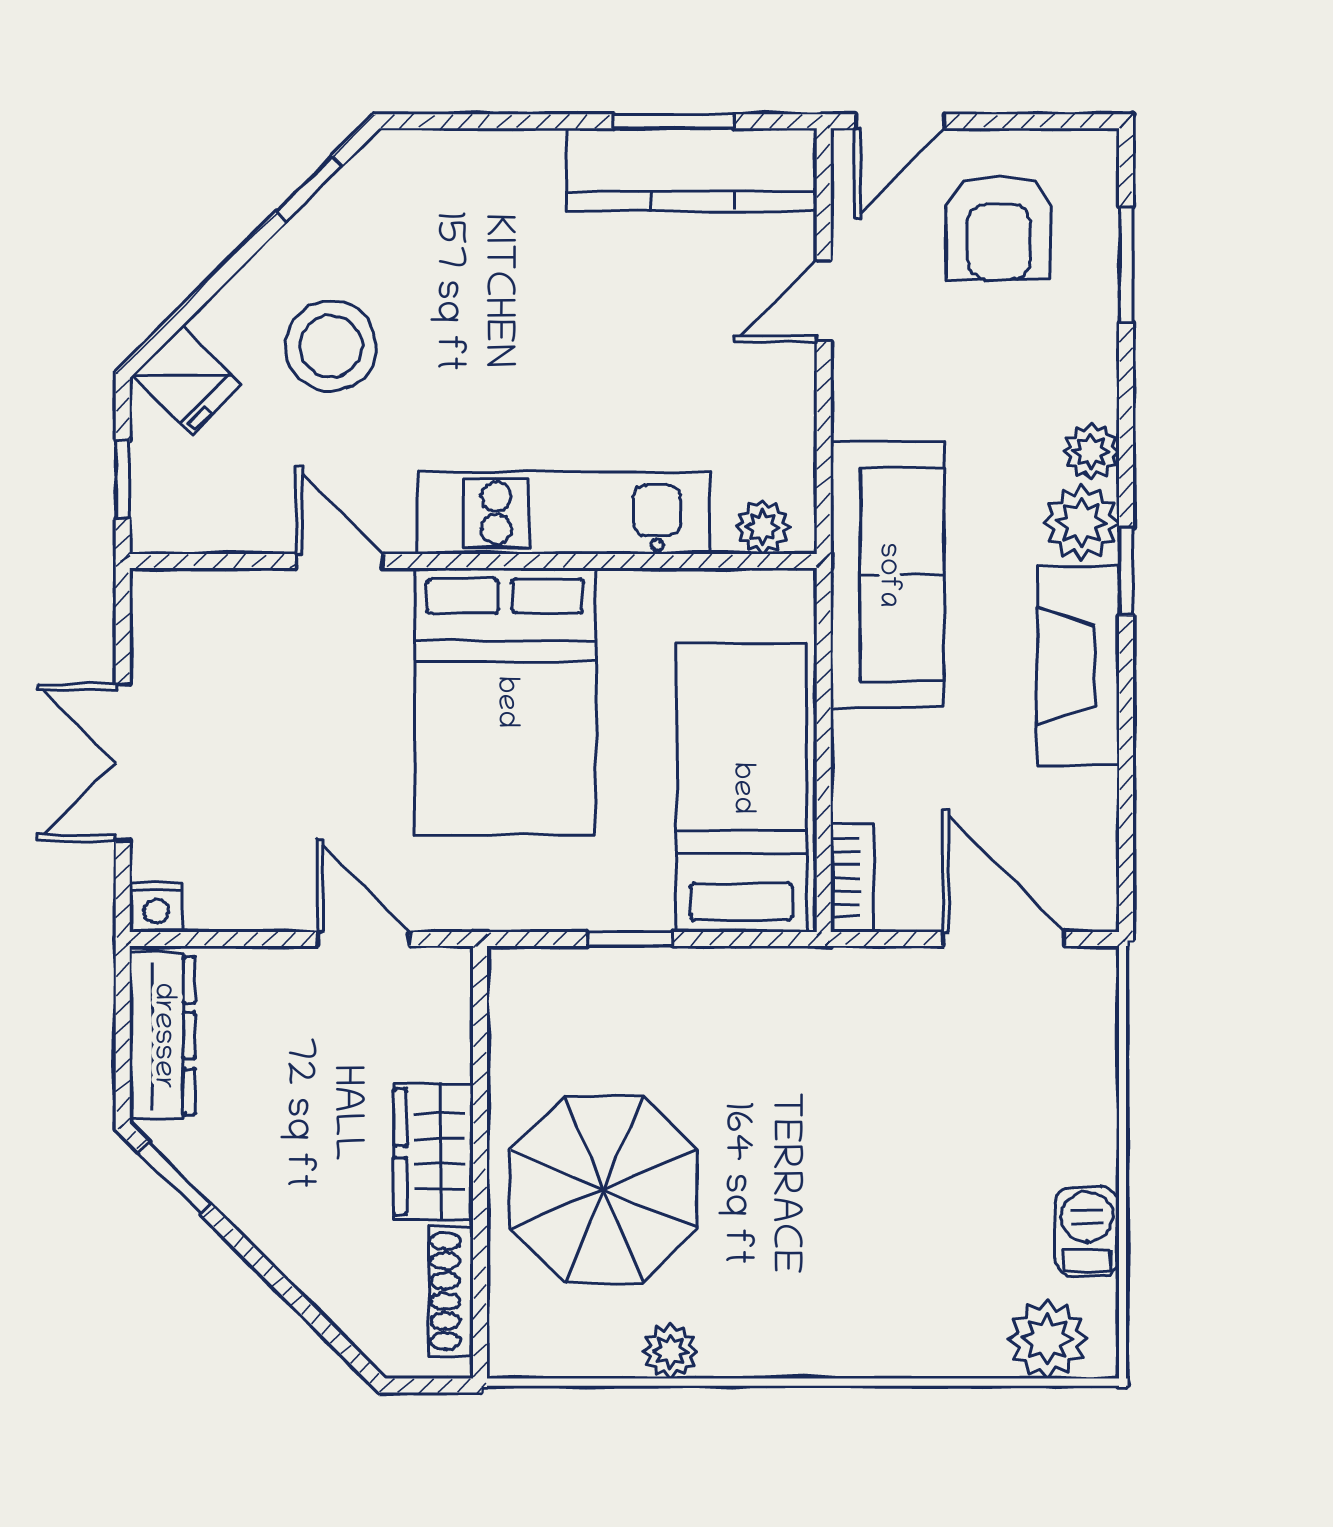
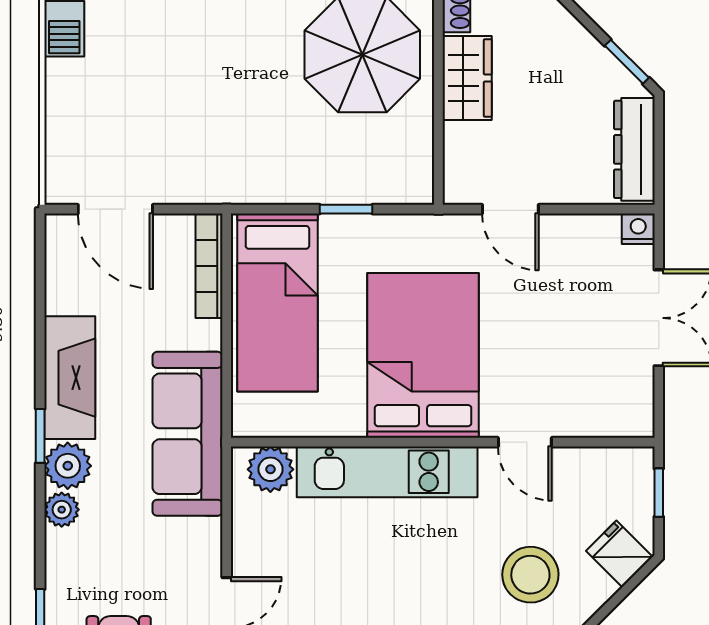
plant: (763, 527) -> (270, 469), width x1.38, depth x1.38
bookcase: (852, 878) -> (209, 266), width x1.56

